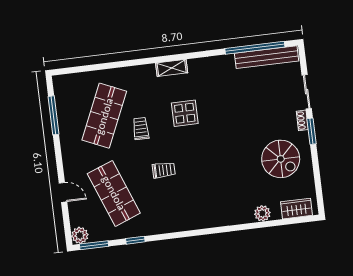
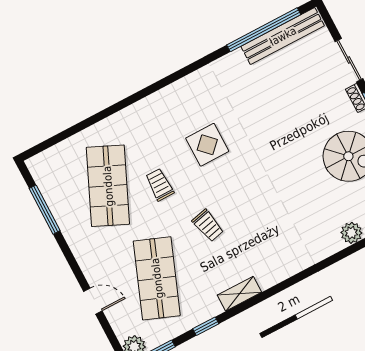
shelving: (172, 68) -> (239, 294), moved
trolley: (164, 170) -> (208, 226), turned 77
shop shelf: (114, 193) -> (157, 278), turned 42

